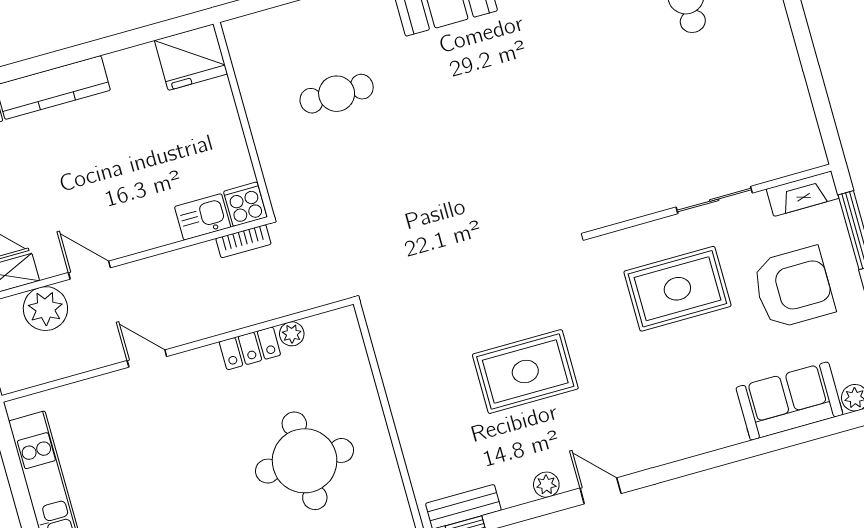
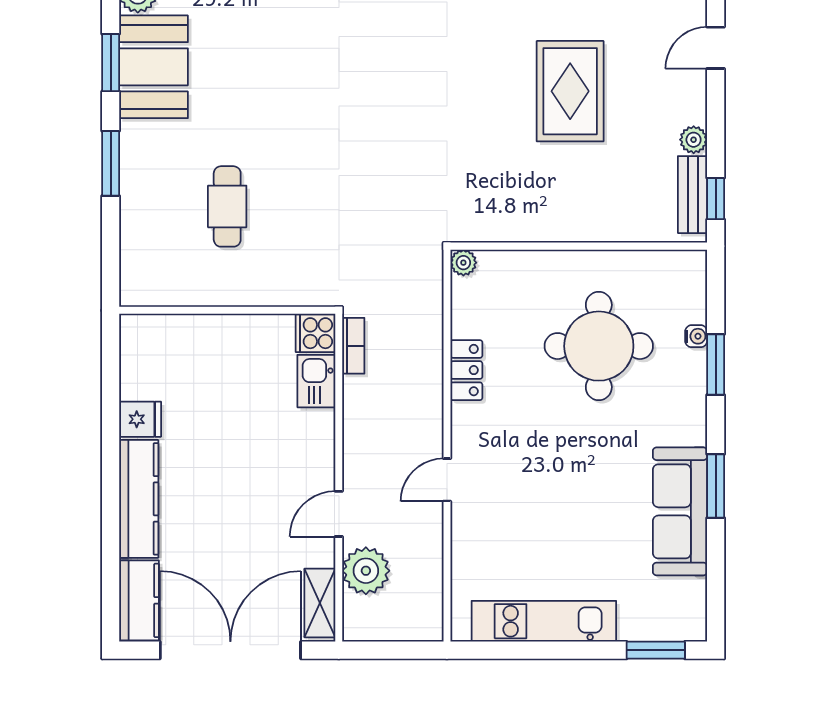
fridge: (191, 57) -> (140, 419), moved, width x0.53, depth x0.75
plant: (292, 334) -> (463, 263), moved
plant: (546, 485) -> (694, 140), moved

